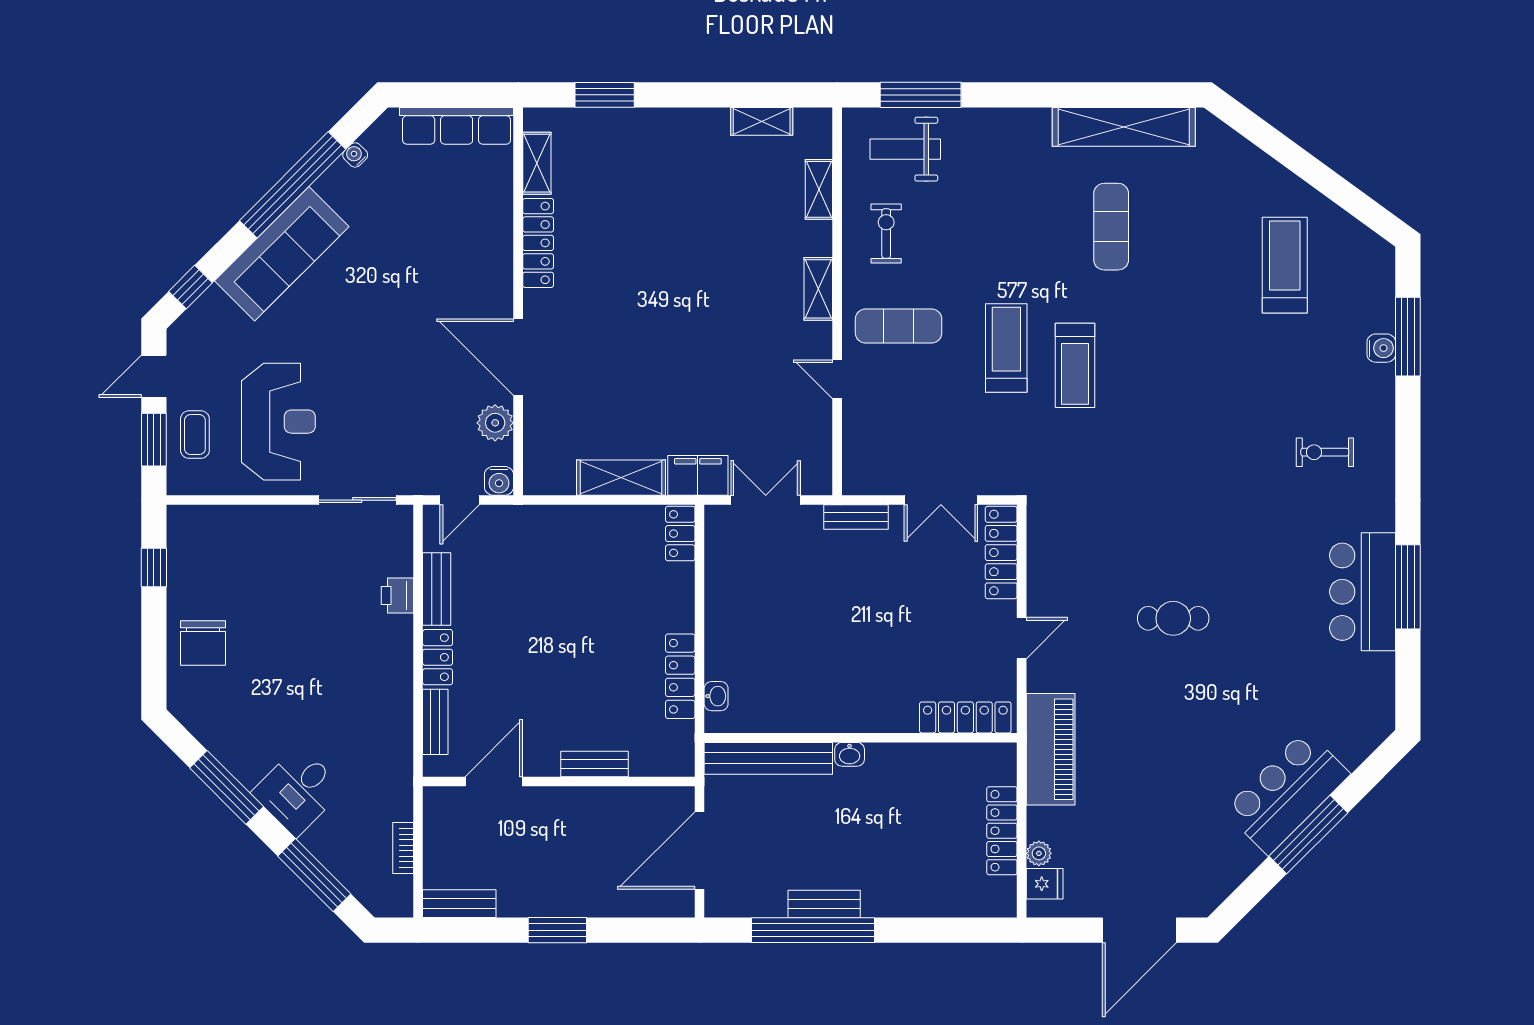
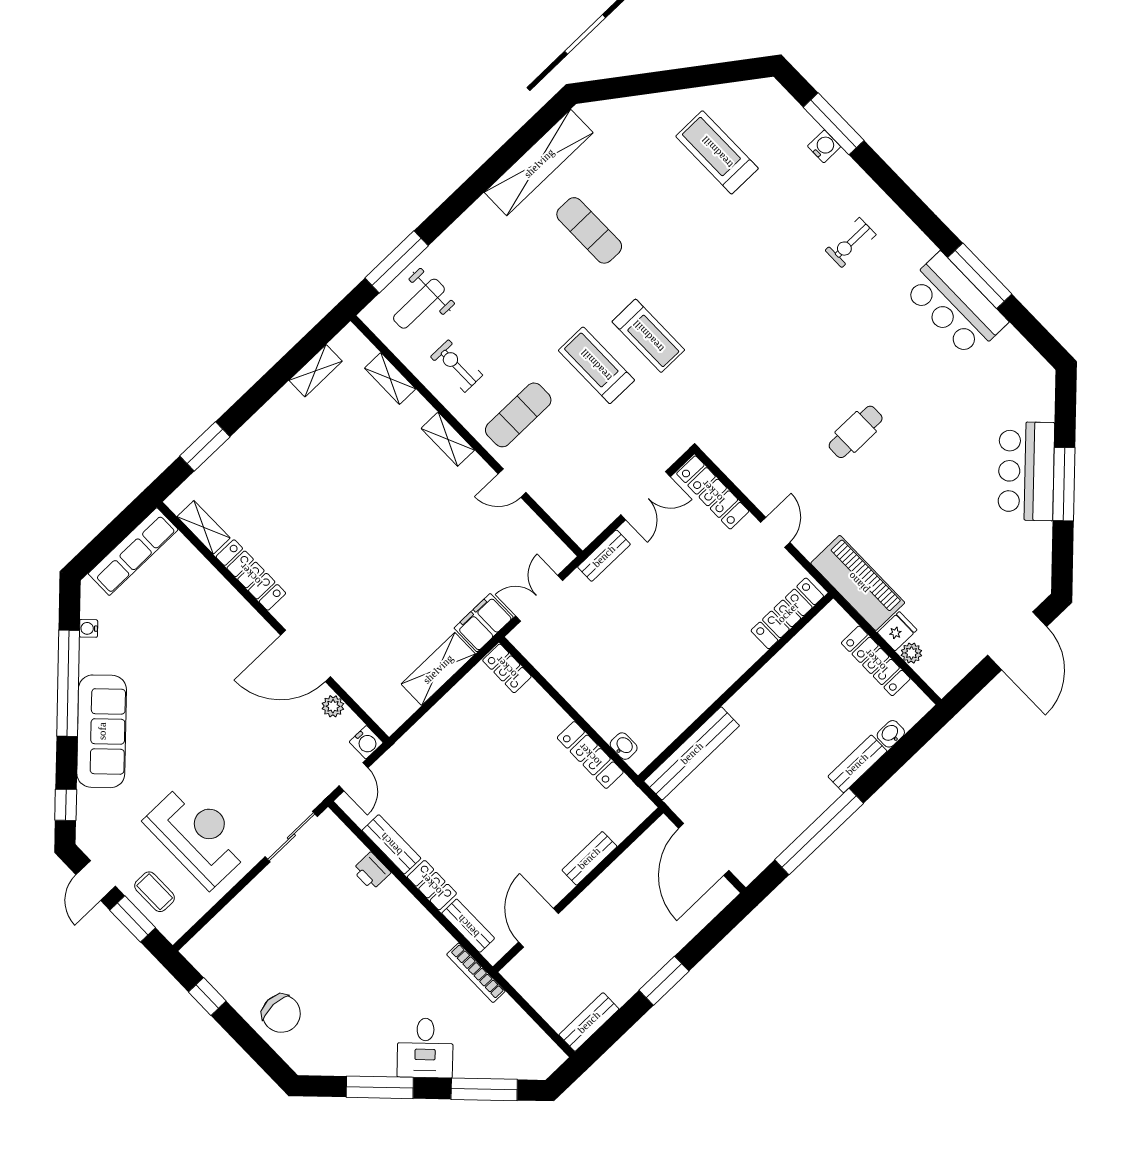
plant: (495, 423) -> (333, 706), width x0.73, depth x0.73
washbasin: (850, 754) -> (891, 734), moved, turned 180
bookcase: (403, 848) -> (476, 973), moved, width x1.56
fridge: (1045, 884) -> (897, 631), moved
bench: (824, 904) -> (857, 764), moved

